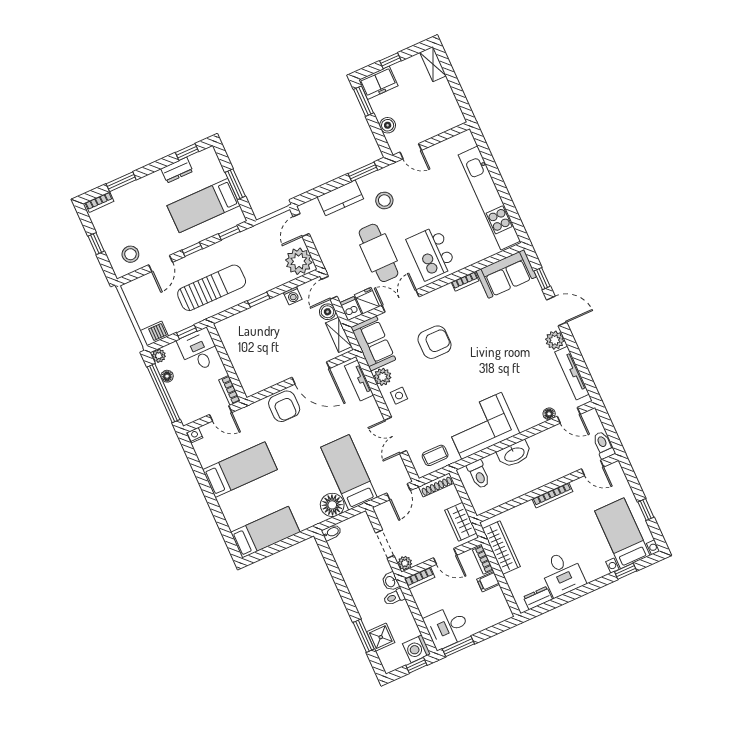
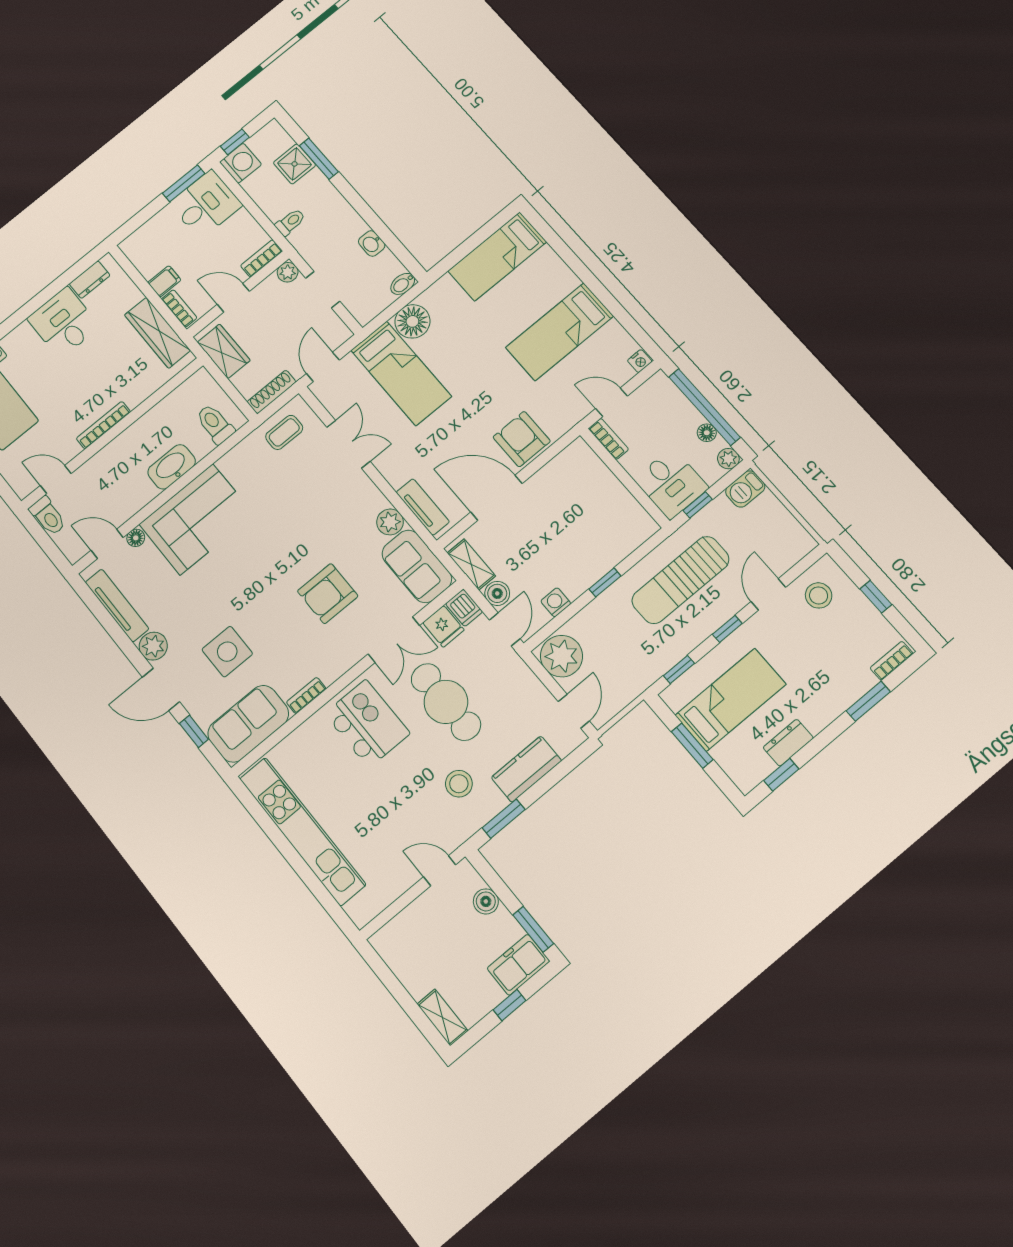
side table: (399, 396) -> (227, 652), moved, width x1.87, depth x1.87
corner sofa: (482, 426) -> (196, 519), moved
washbasin: (390, 581) -> (372, 243), moved, turned 180

